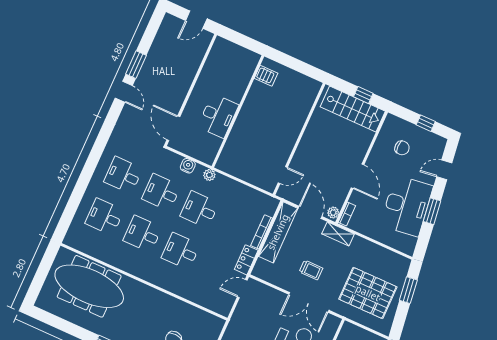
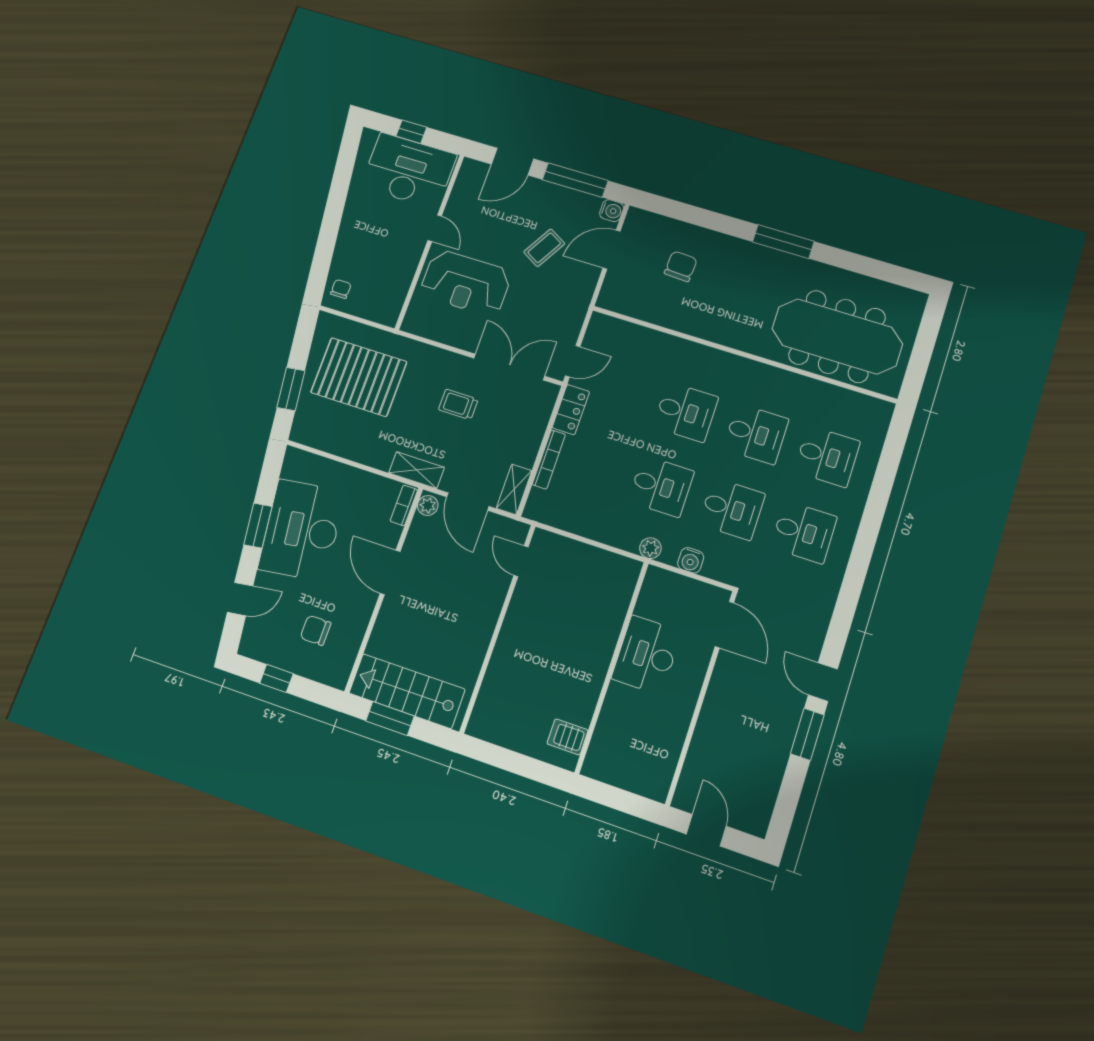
door: (196, 20) -> (706, 830), hinge flipped
window: (363, 95) -> (390, 719), width x1.50
door: (283, 175) -> (521, 561), hinge flipped
shelving: (278, 232) -> (514, 489), width x0.45, depth x0.75
double door: (309, 302) -> (509, 367), moved

